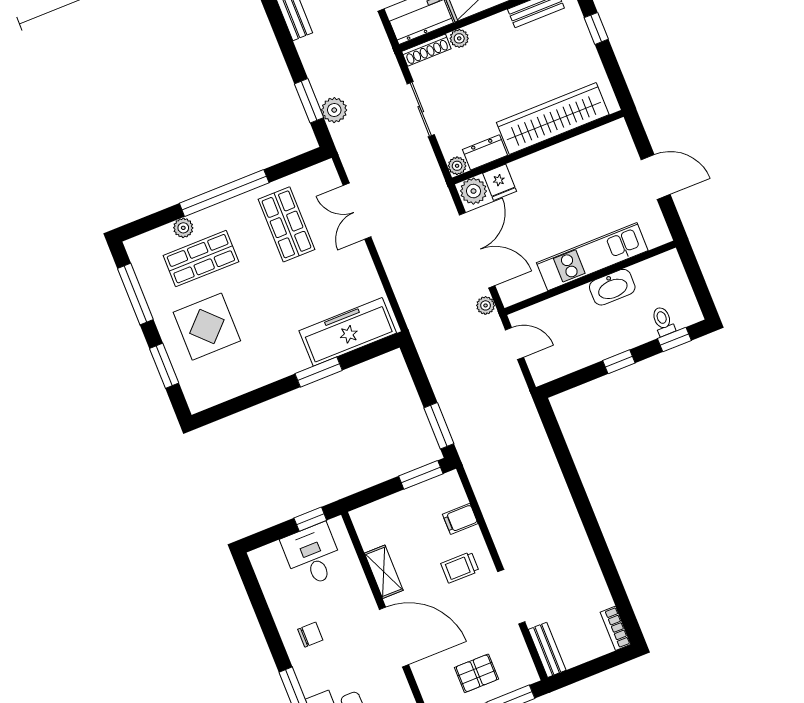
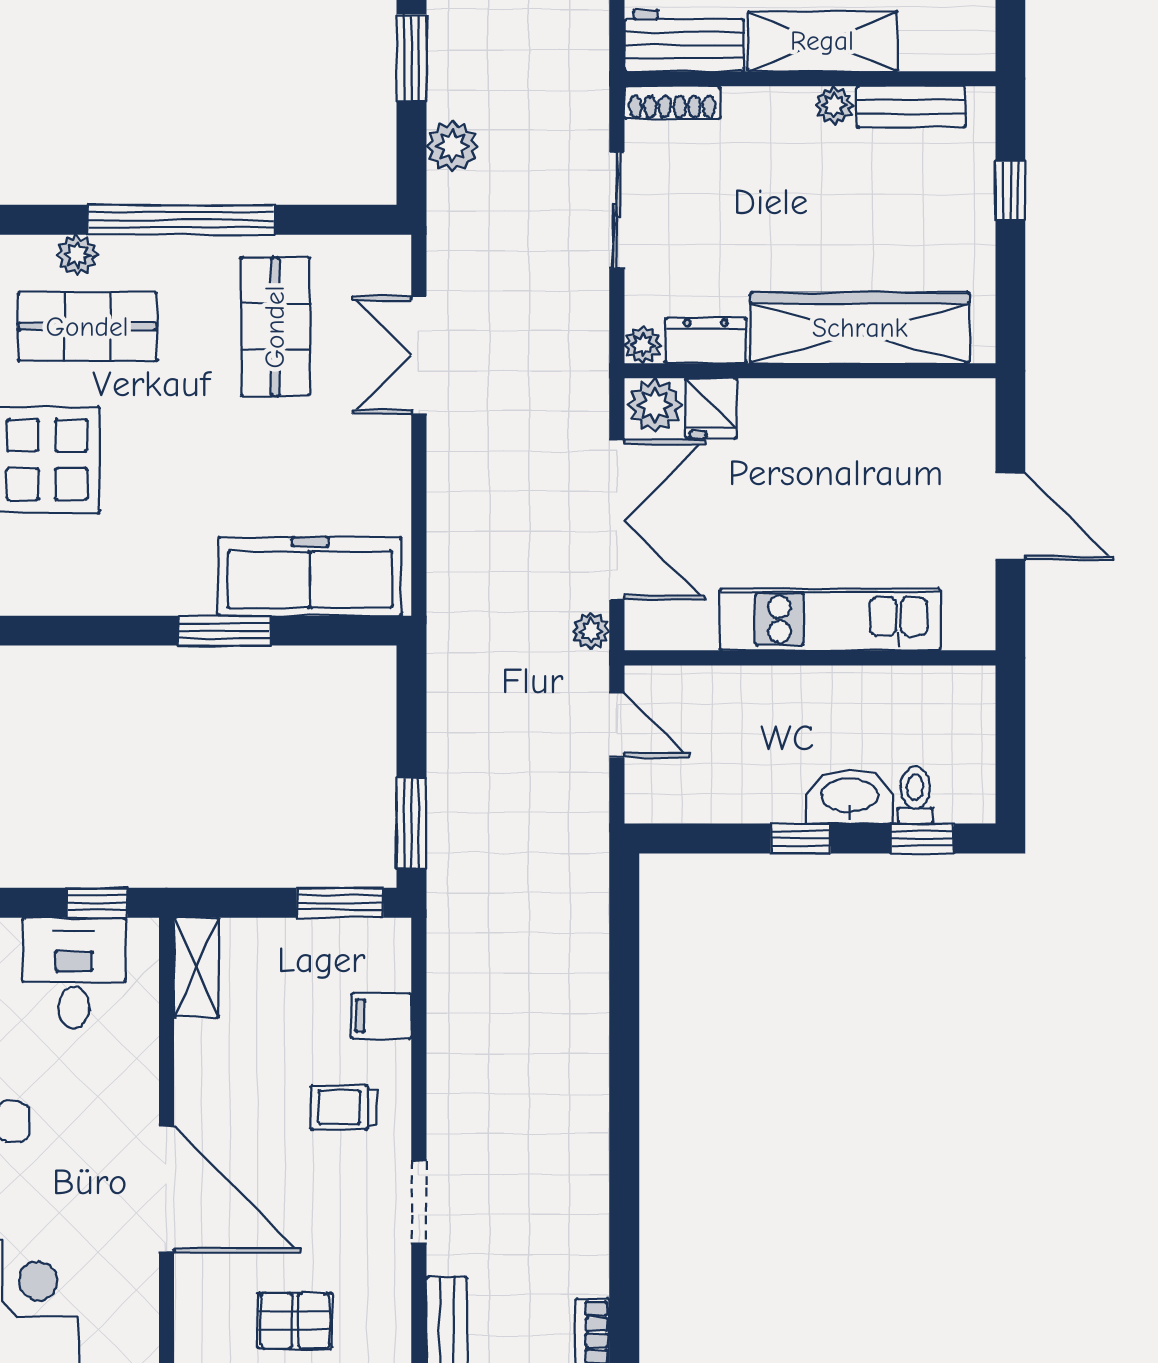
plant: (459, 38) -> (834, 105), moved
window: (309, 101) -> (411, 58), moved
washbasin: (612, 287) -> (850, 797), moved, turned 180
shelving: (384, 572) -> (196, 968), moved
doorway: (511, 597) -> (419, 1202), width x0.73

